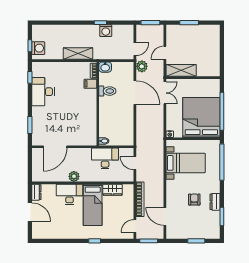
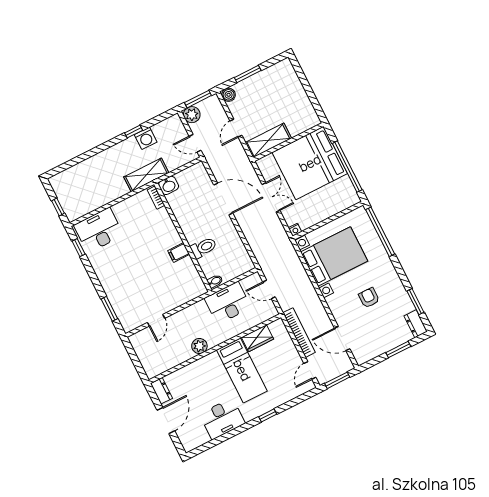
boiler: (171, 30) -> (229, 95), added
washing machine: (38, 48) -> (70, 205), removed
door: (135, 49) -> (195, 143), swing flipped
shelving: (78, 54) -> (146, 175), moved
plant: (142, 66) -> (192, 115), moved
filing cabinet: (90, 84) -> (179, 252), moved
toilet: (107, 91) -> (204, 248), moved
desk: (43, 92) -> (99, 230), moved, turned 90
double door: (165, 93) -> (271, 197), moved
bed: (201, 117) -> (310, 163), moved, turned -90
door: (55, 147) -> (156, 320), width x0.53
bed with nightstands: (186, 163) -> (334, 256), width x1.36
desk: (69, 194) -> (222, 419), moved, turned 180
dresser: (215, 202) -> (416, 324), moved
door: (30, 212) -> (166, 421), hinge flipped

